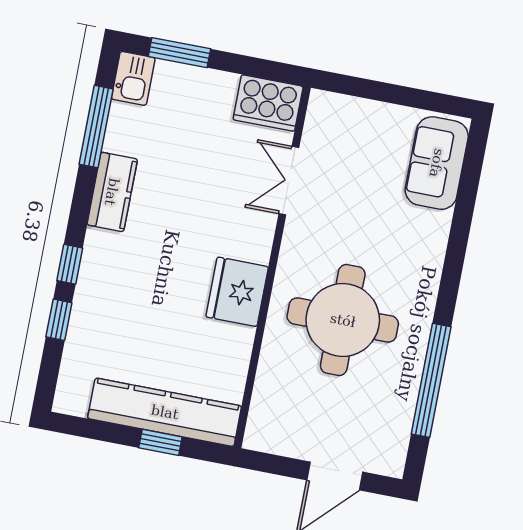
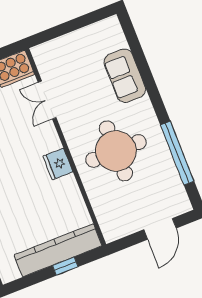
sofa: (437, 163) -> (125, 76), moved
fridge: (237, 292) -> (58, 164), width x0.73, depth x0.75

